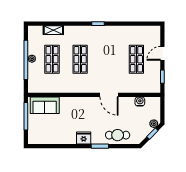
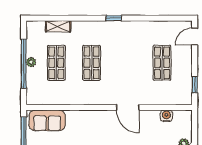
door: (162, 53) -> (195, 37), moved

